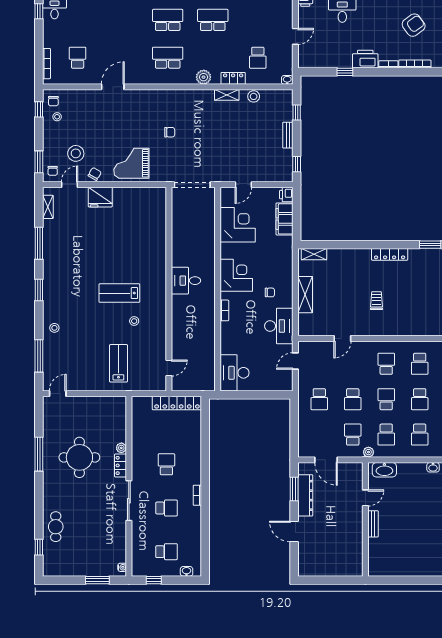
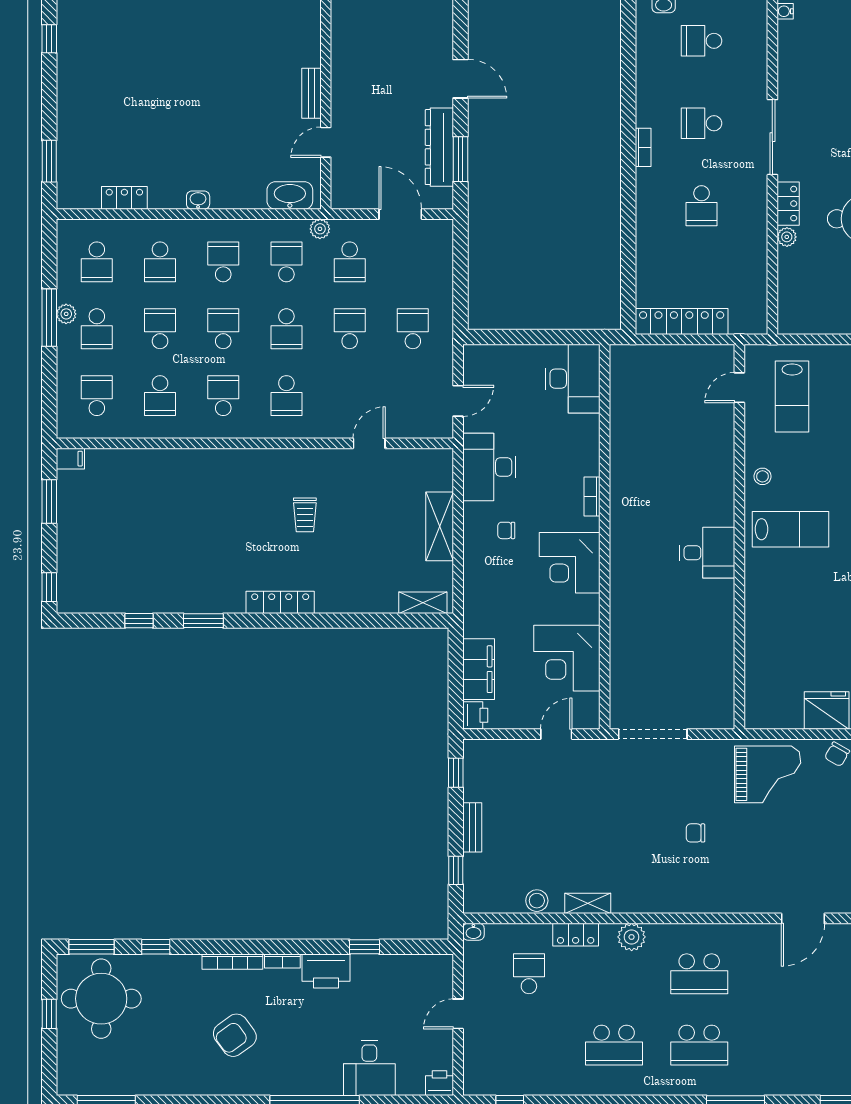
desk: (186, 281) -> (707, 553), moved
wall: (169, 289) -> (739, 537), moved
door: (169, 368) -> (739, 388), moved

